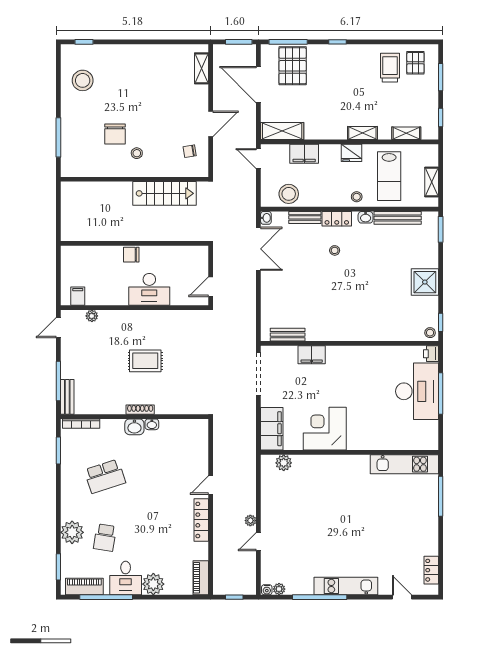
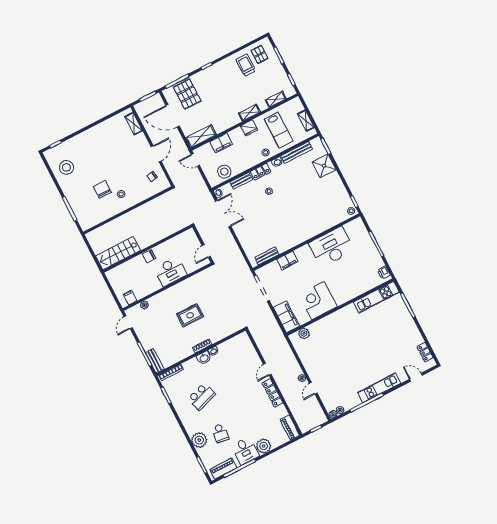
chair: (115, 134) -> (102, 189), turned 180
stairs: (164, 193) -> (118, 253), moved, turned 180
shower: (425, 282) -> (324, 166), moved
printer: (431, 354) -> (384, 273), moved
desk: (417, 391) -> (332, 247), moved, turned -90

